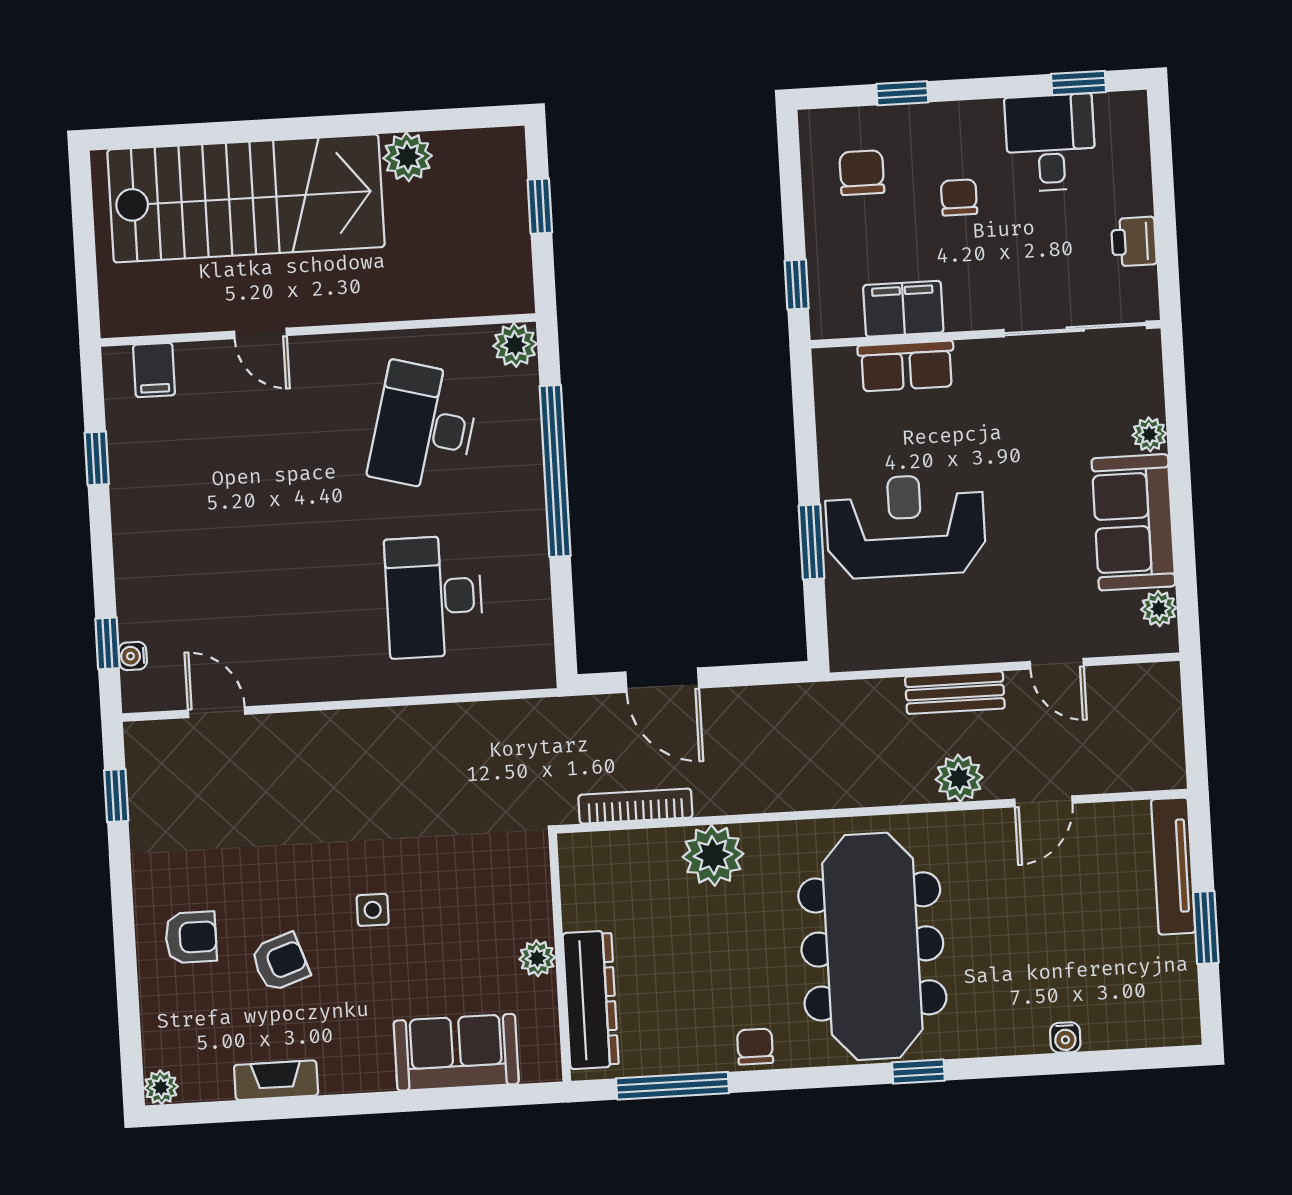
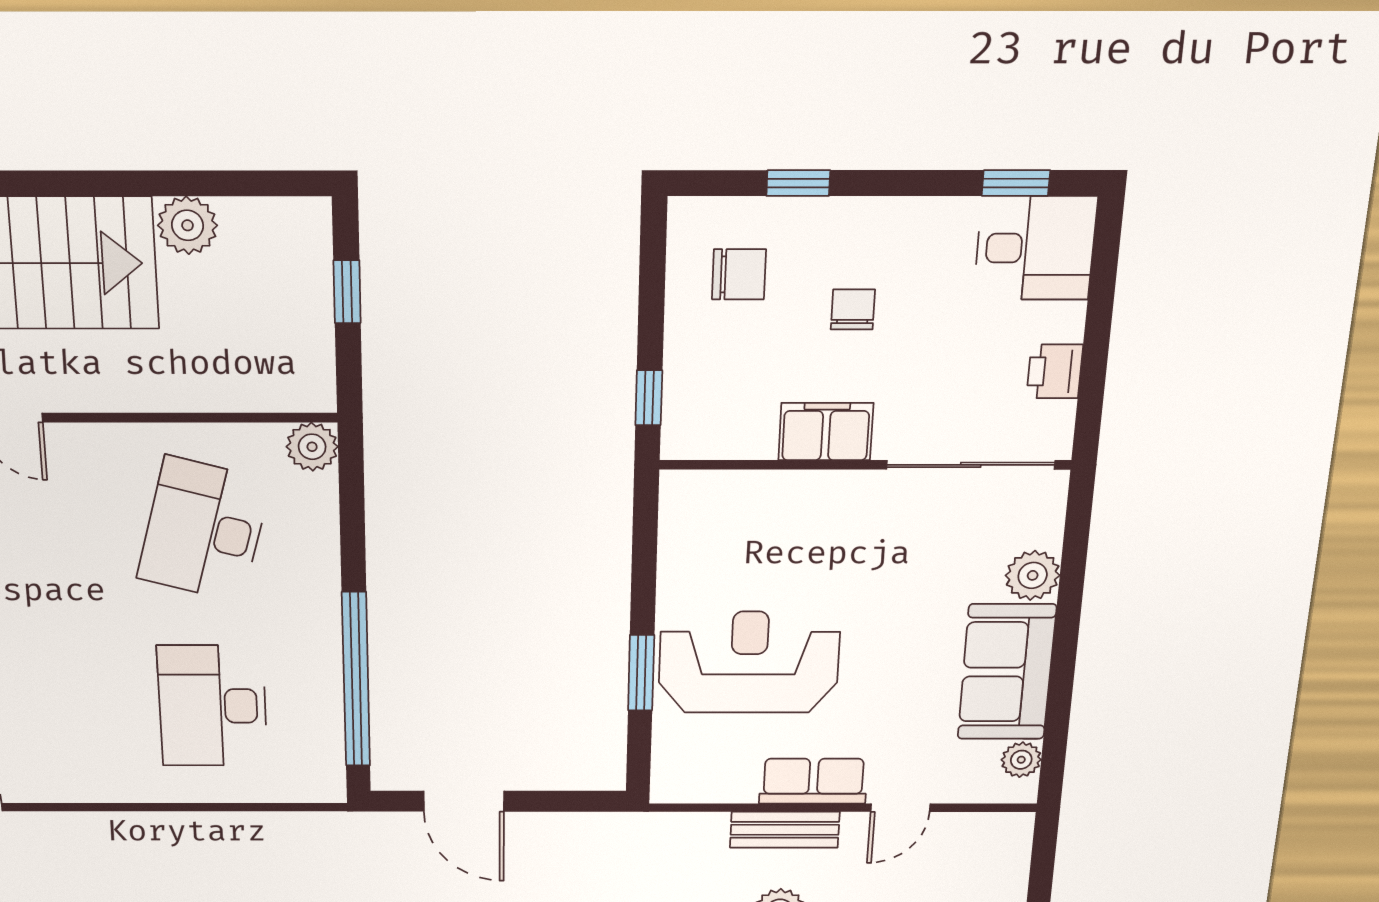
desk: (1050, 143) -> (1035, 248), moved, turned 90
chair: (862, 173) -> (739, 274), turned 90
filing cabinet: (903, 309) -> (826, 432), moved
row of seats: (906, 366) -> (813, 781), moved, turned 180
plant: (1149, 434) -> (1033, 575), width x1.38, depth x1.38
window: (555, 471) -> (356, 680), moved
door: (1057, 664) -> (900, 808), hinge flipped

